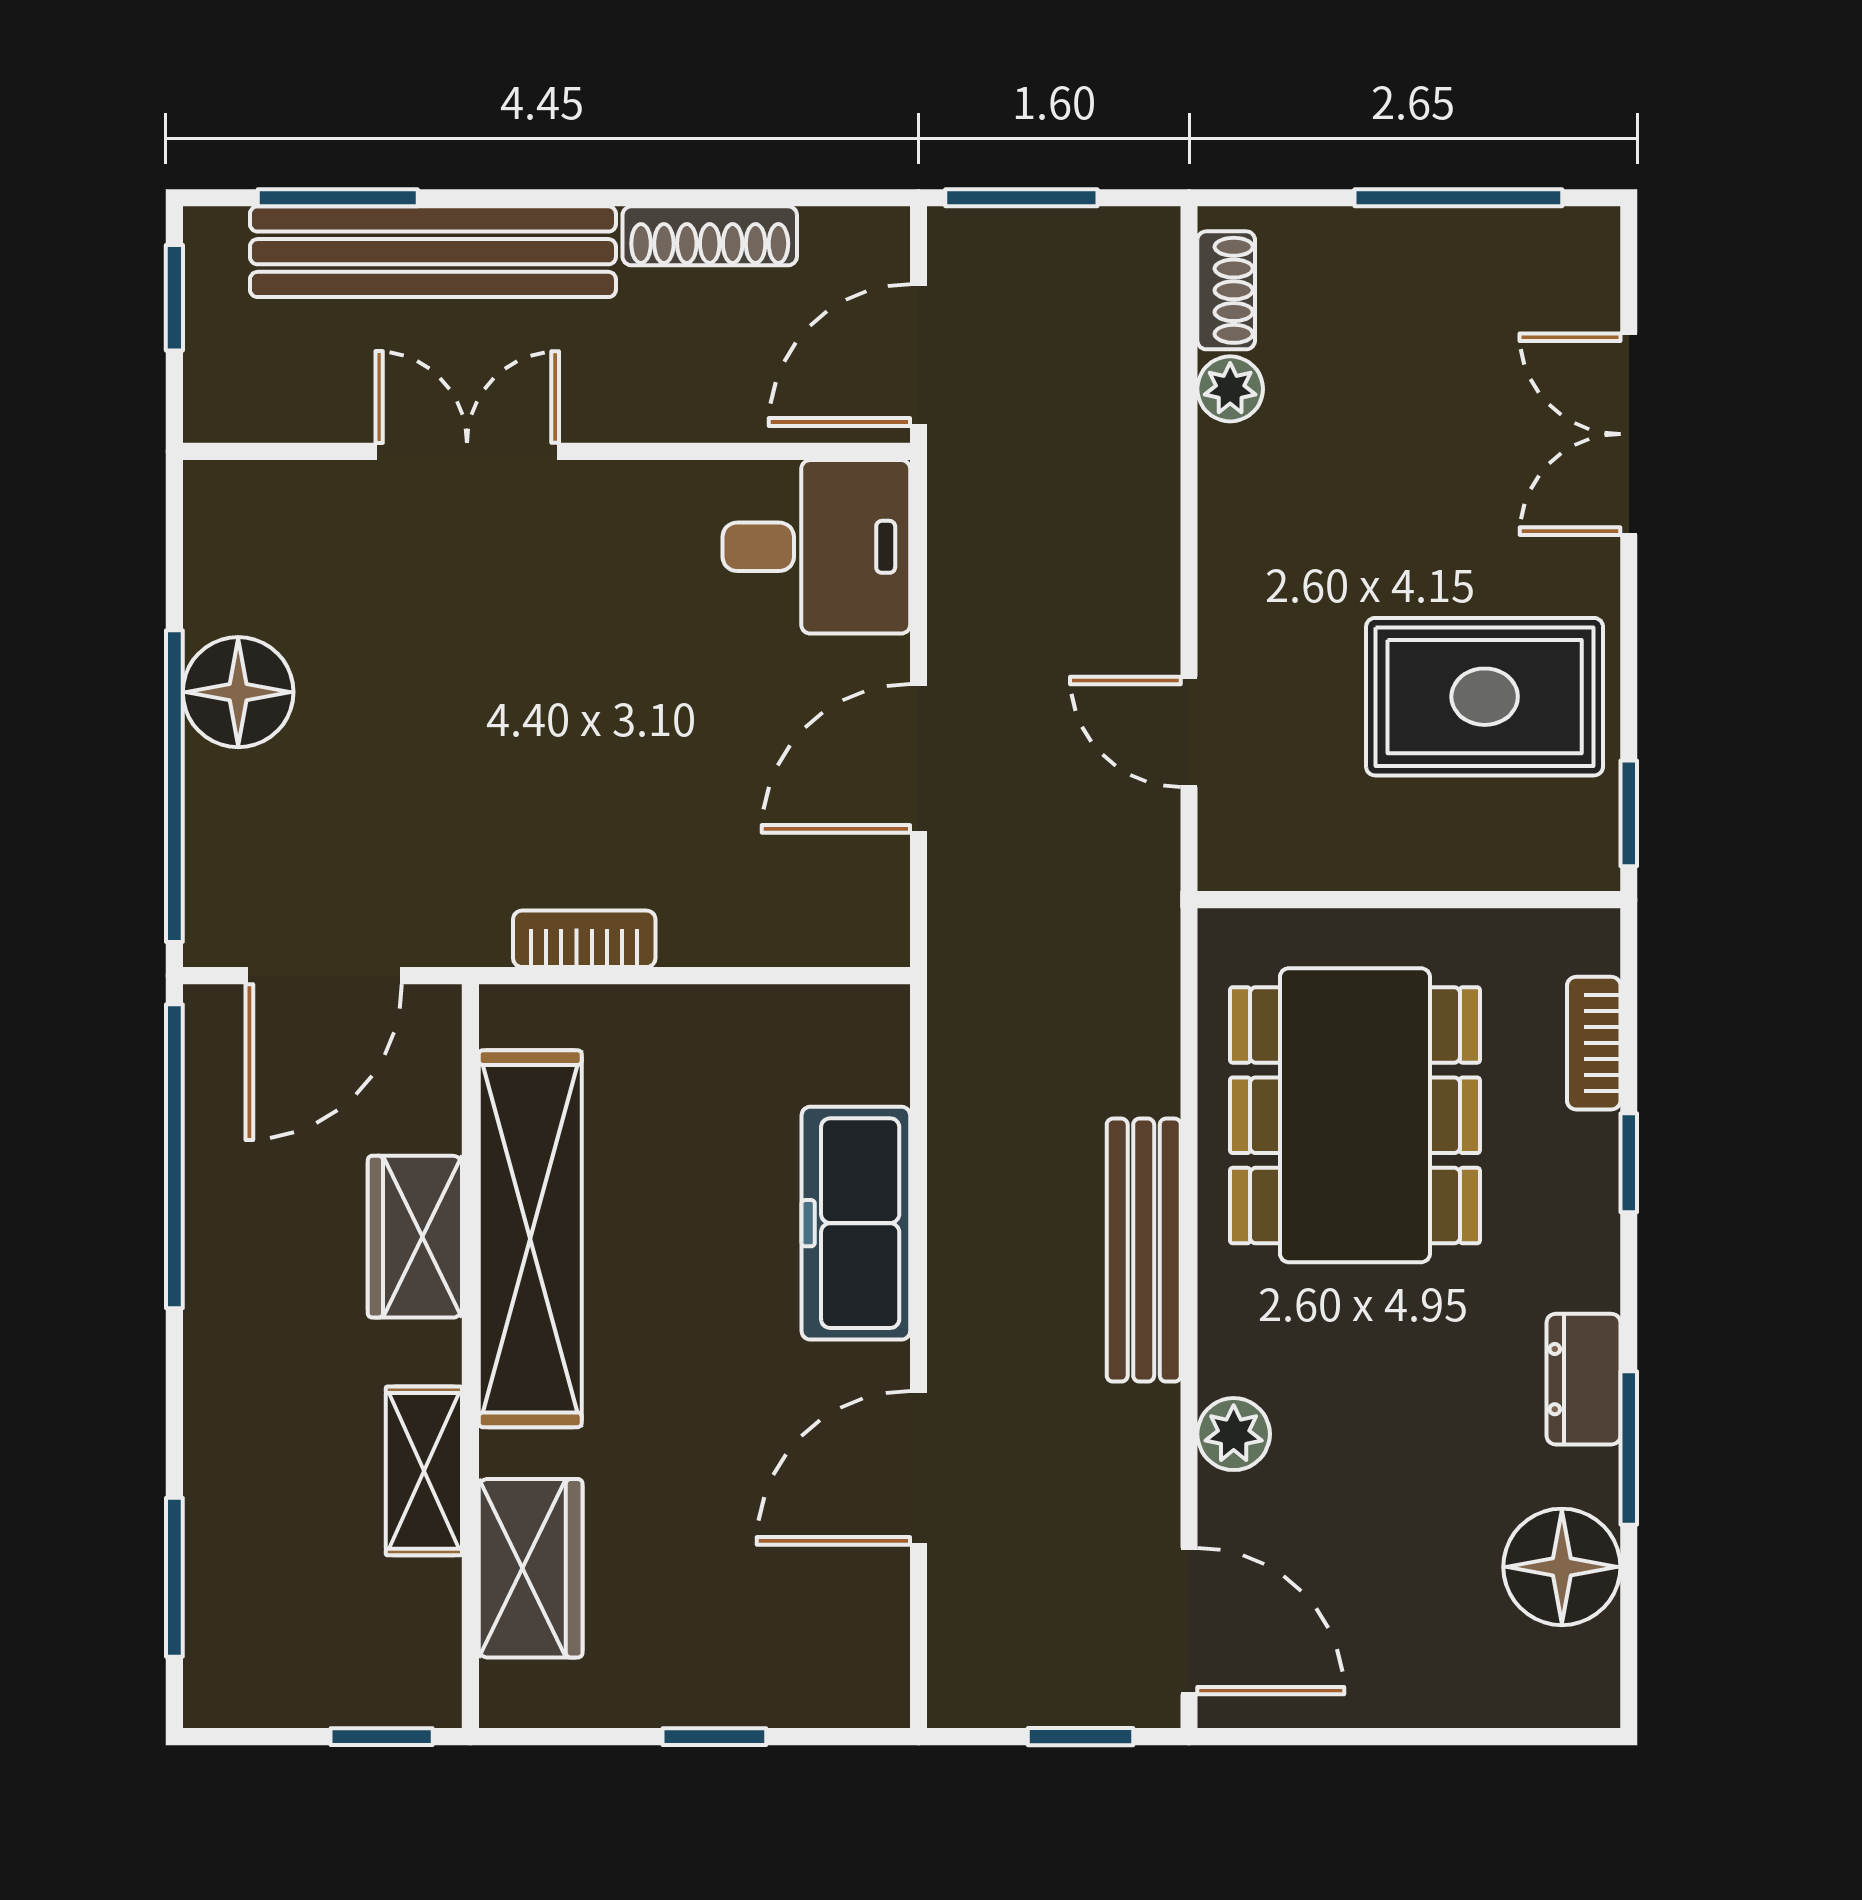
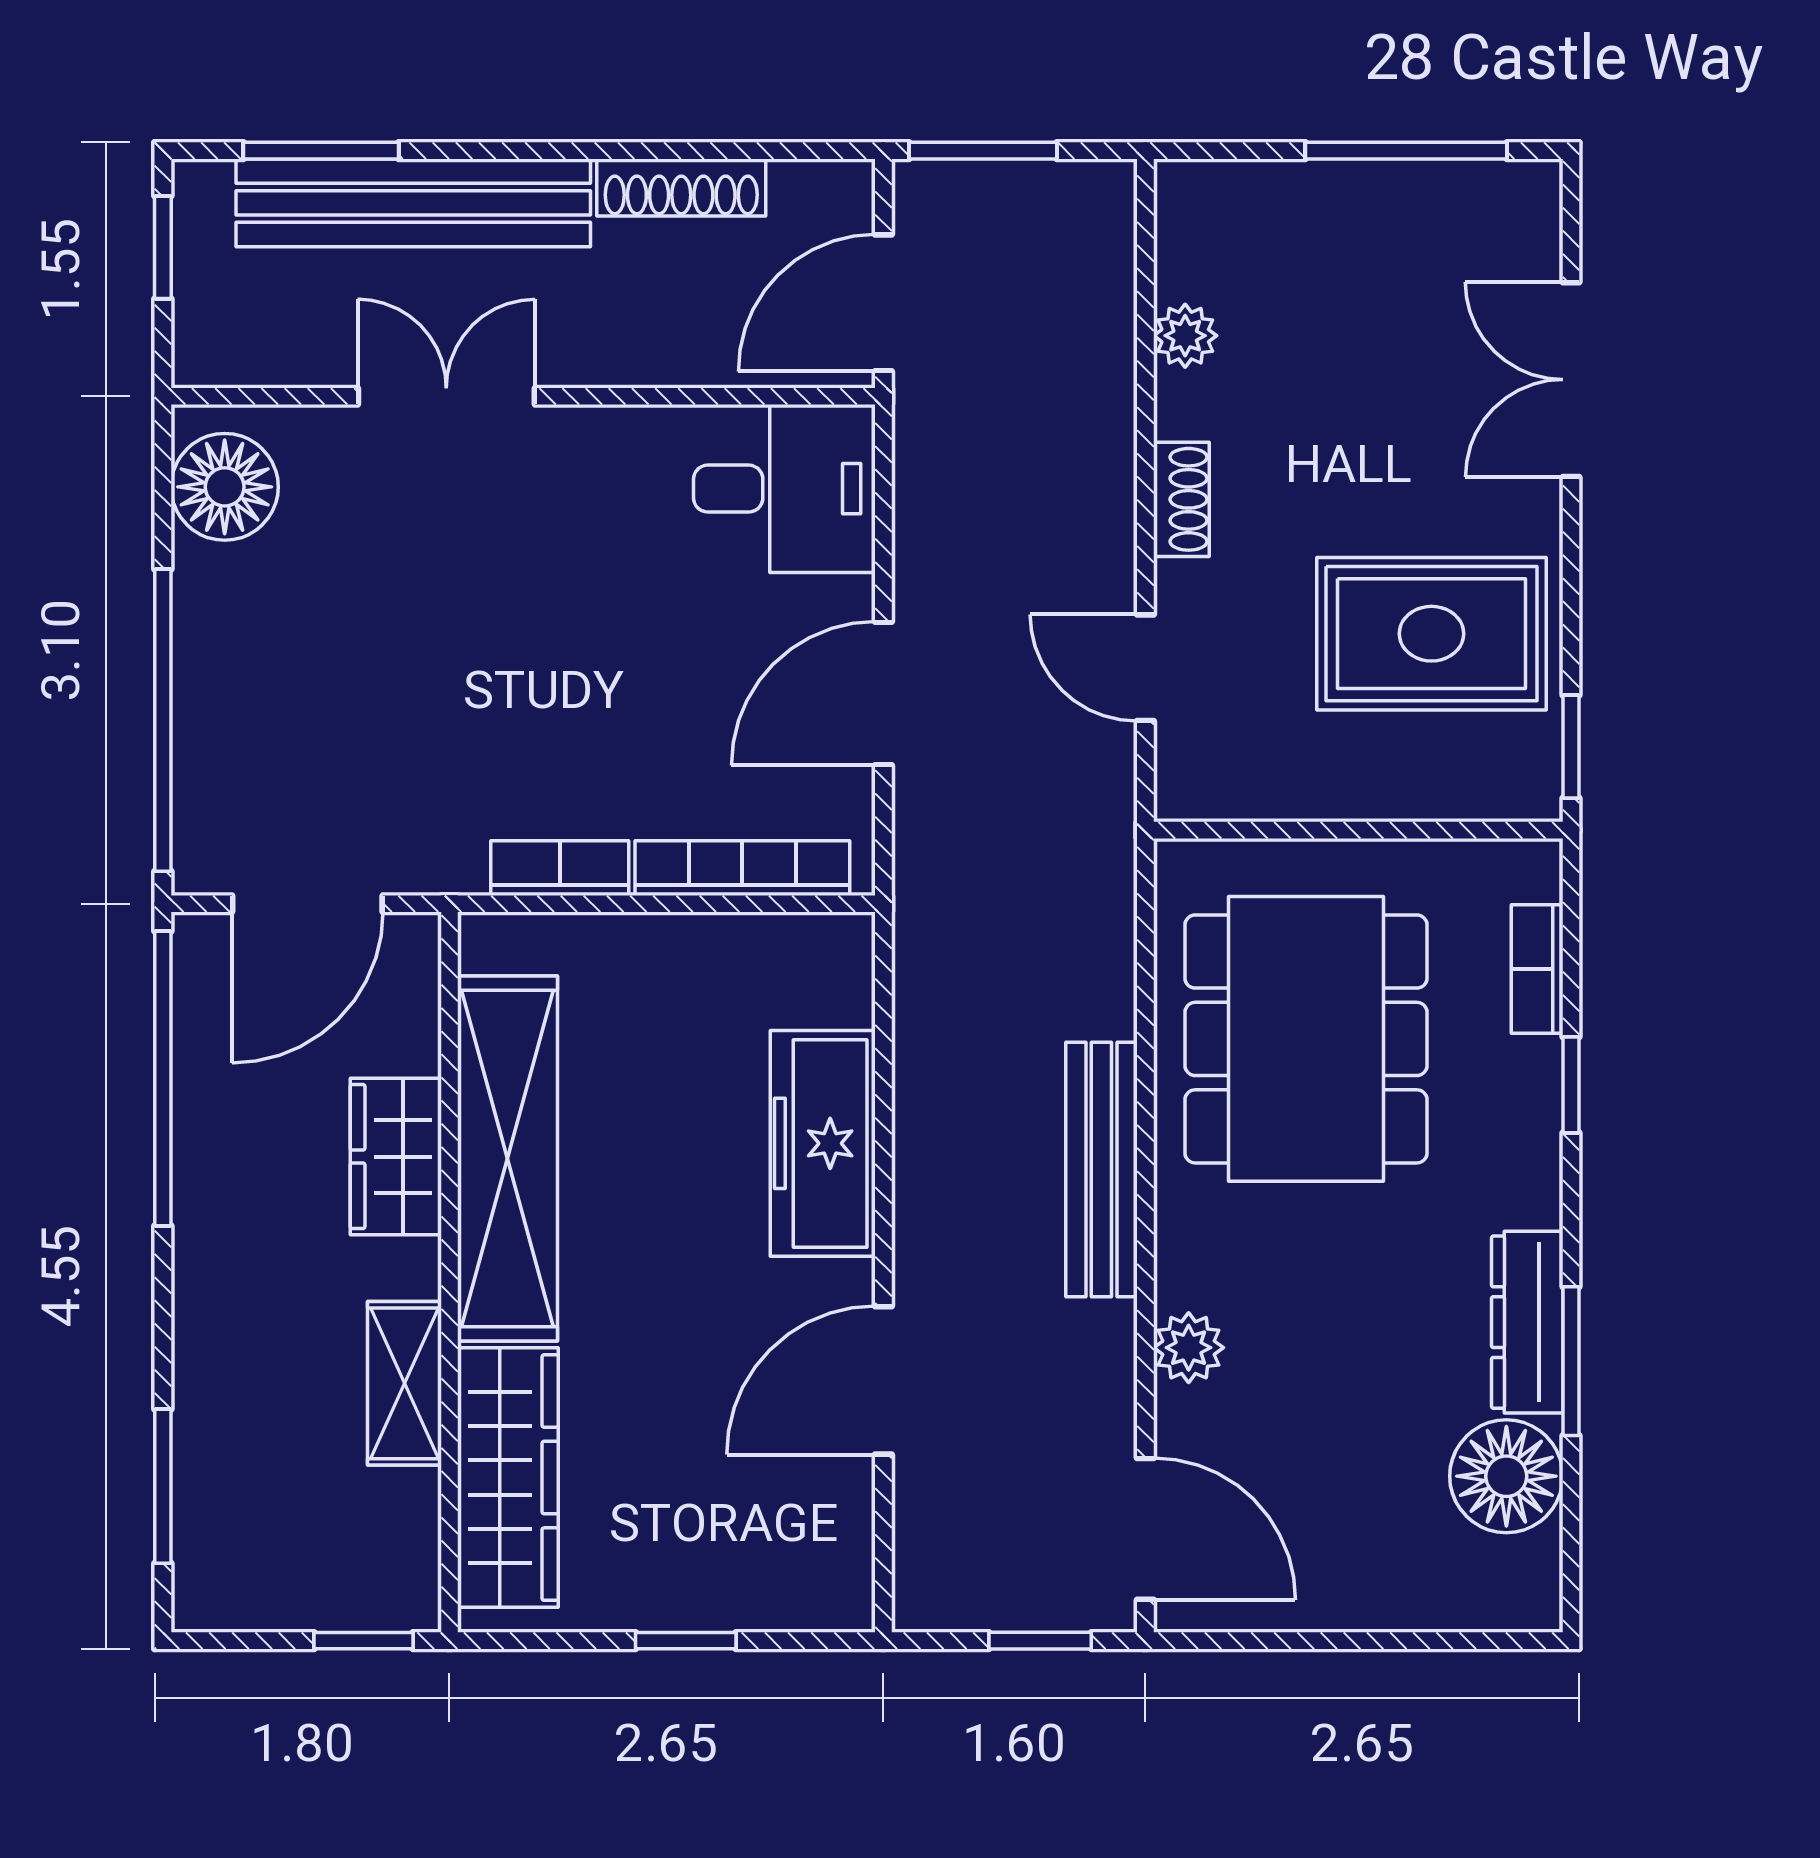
shoe rack: (1226, 290) -> (1181, 499), moved
floor lamp: (238, 692) -> (225, 487), moved
bookcase: (773, 939) -> (742, 868), added
dresser: (1583, 1379) -> (1527, 1322), width x1.44
wardrobe: (531, 1568) -> (508, 1478), width x1.50

